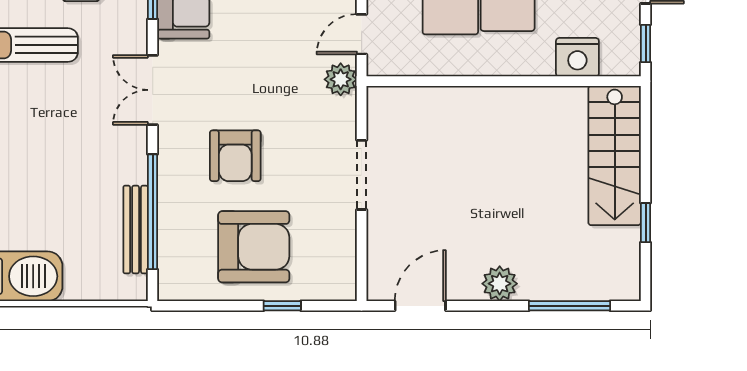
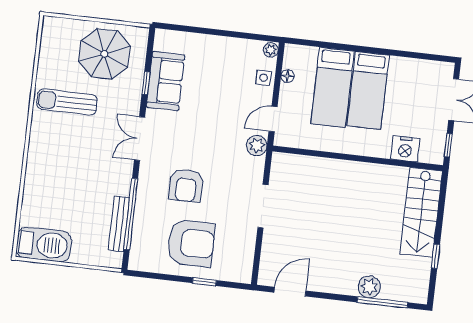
plant: (500, 284) -> (369, 287), moved

